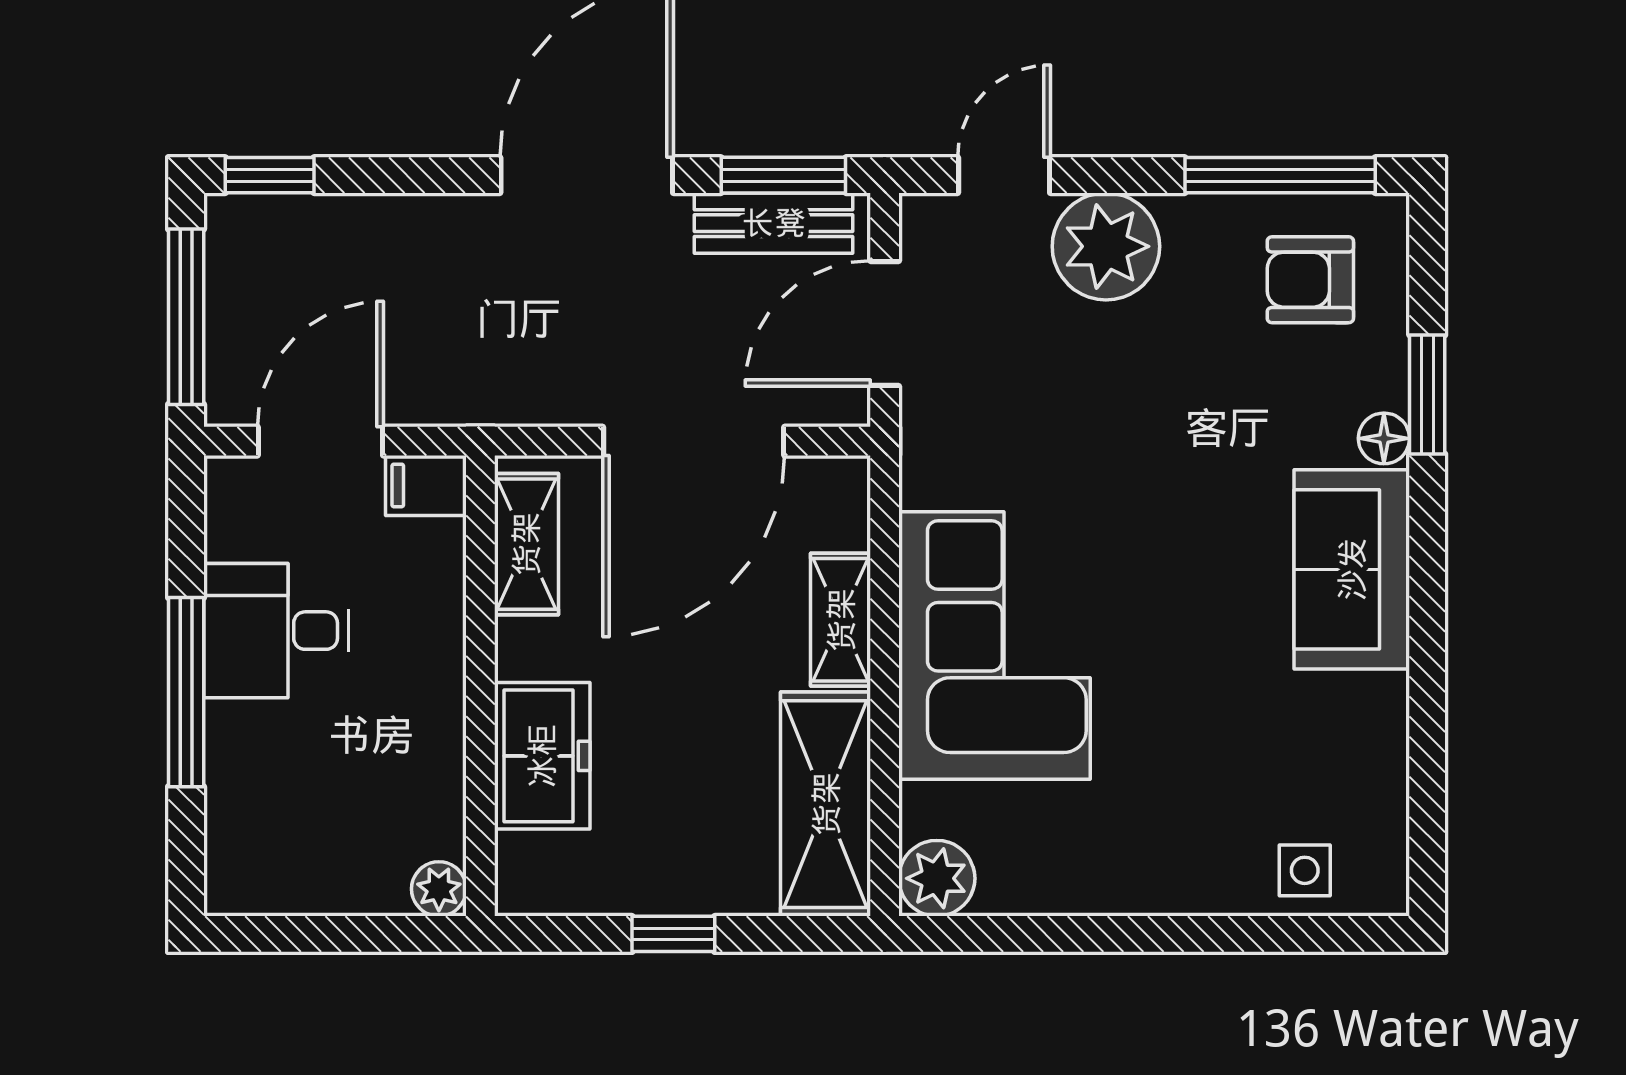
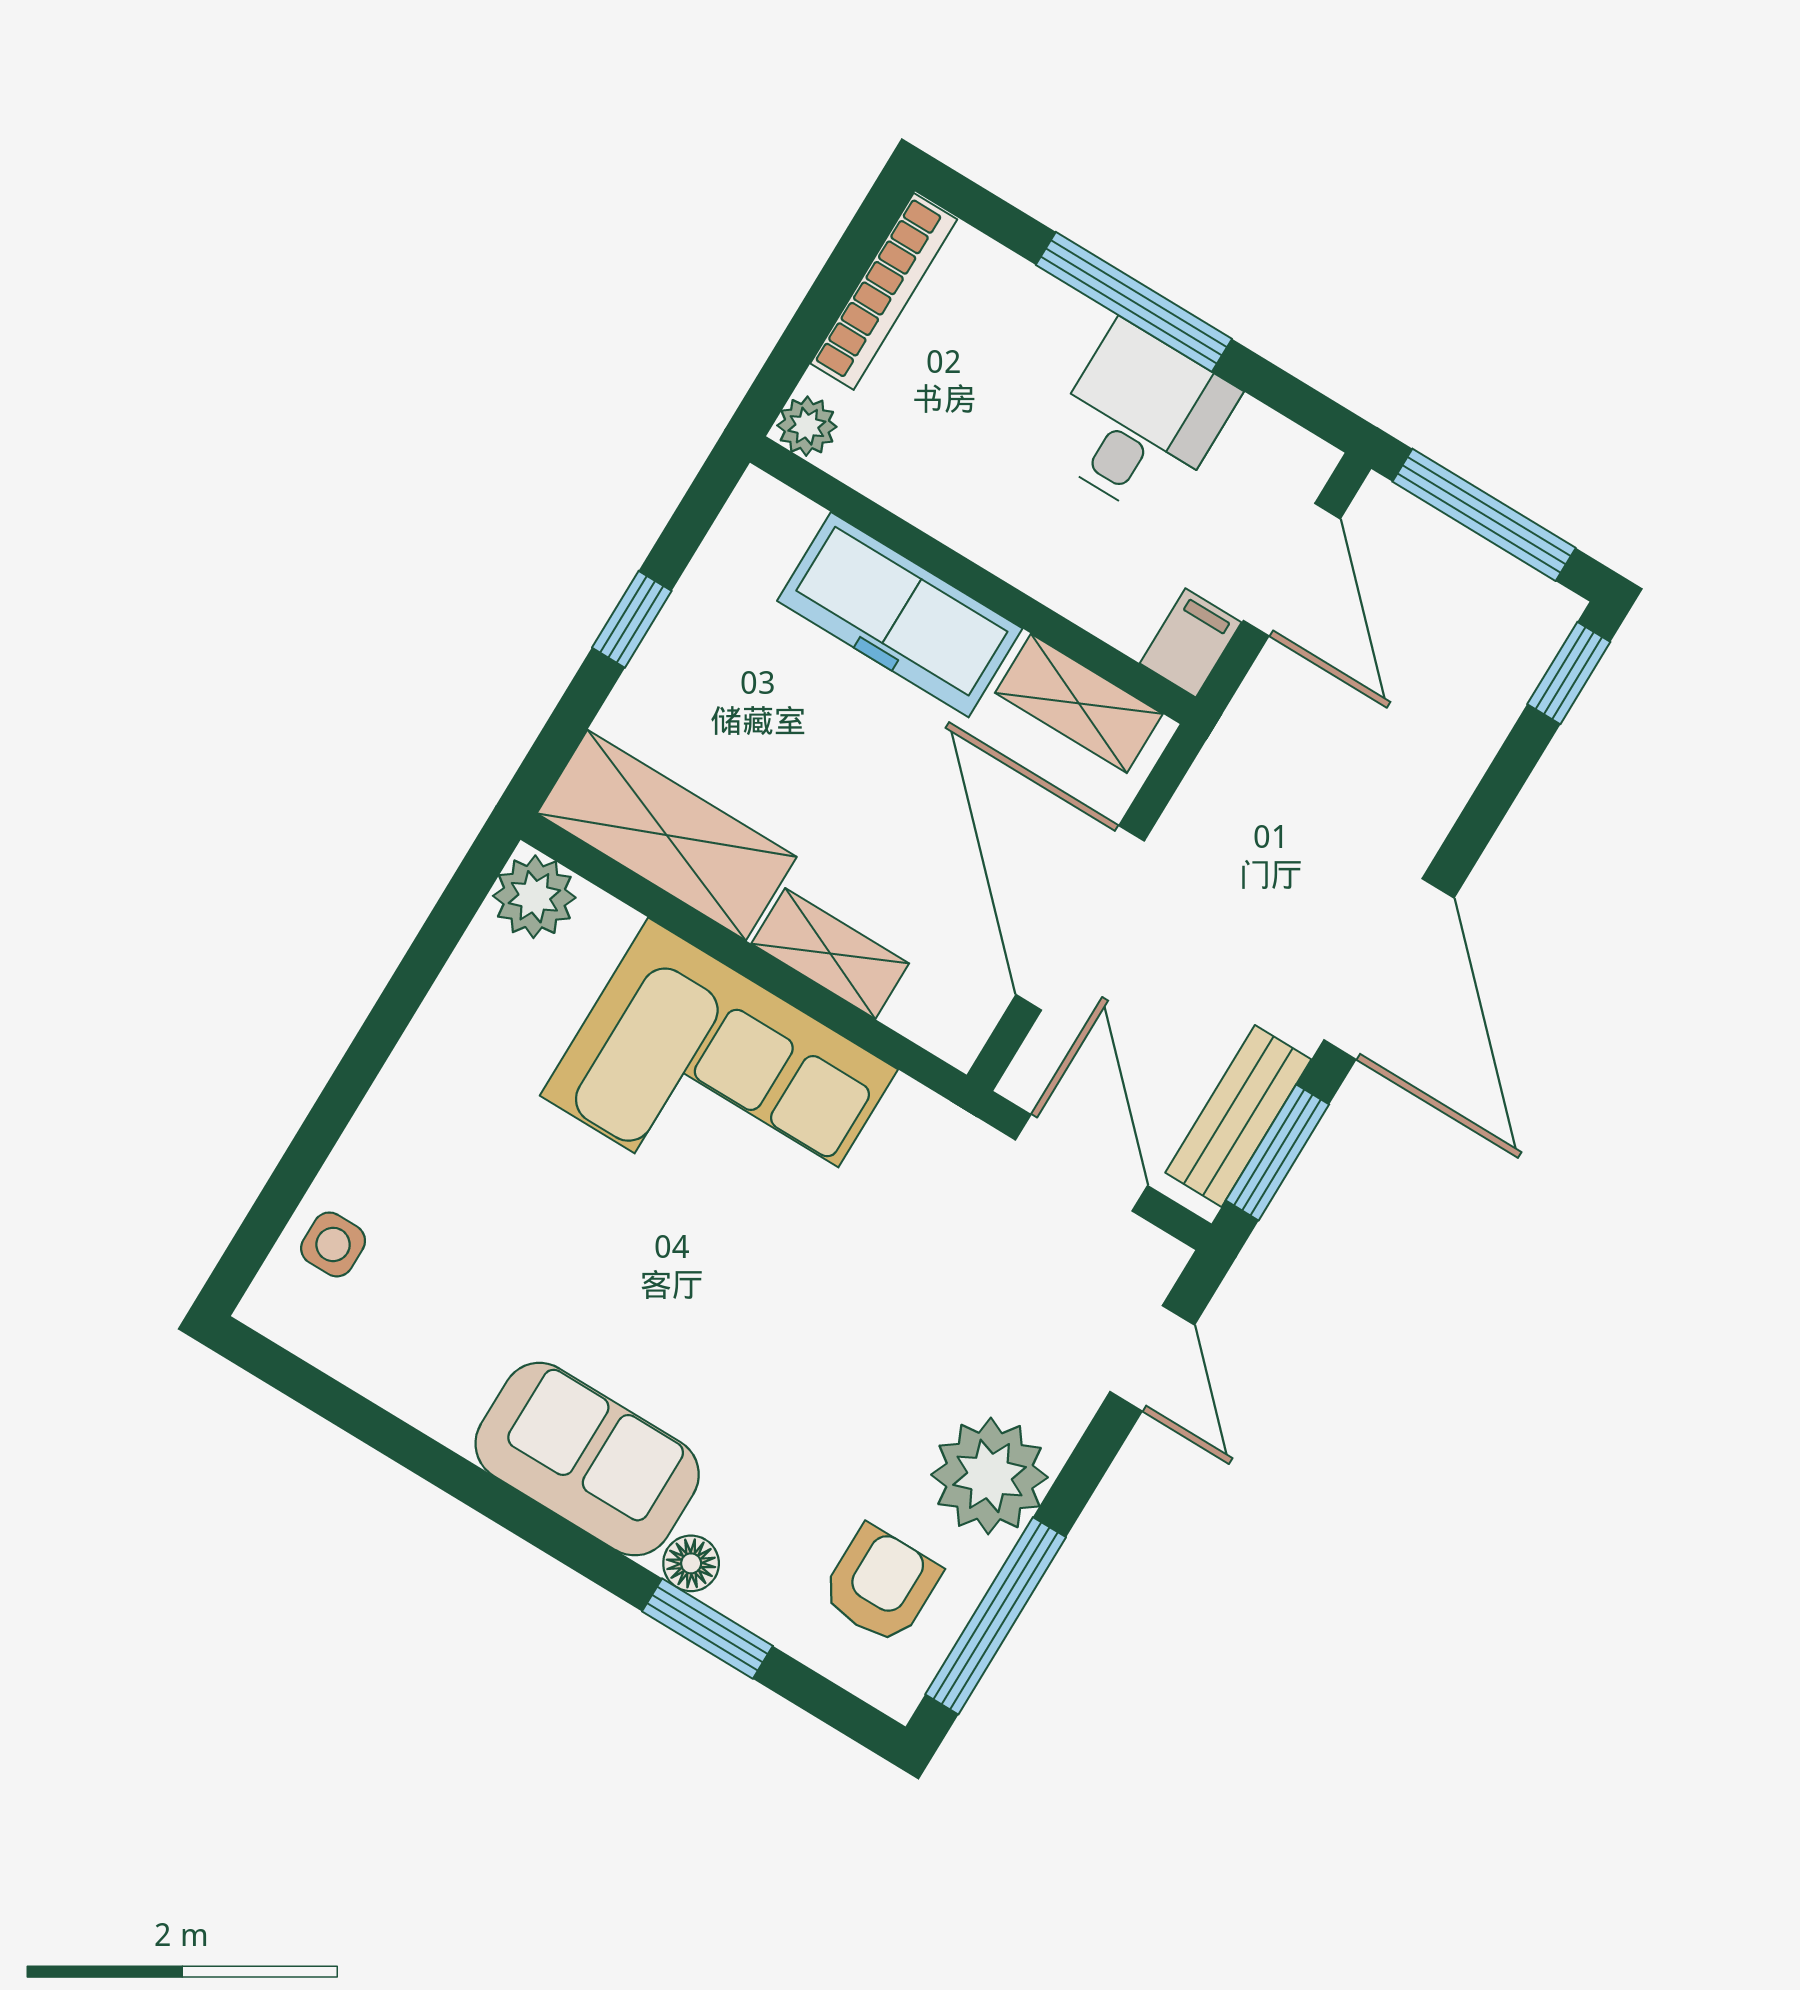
plant: (1106, 246) -> (990, 1476), moved
freezer: (542, 756) -> (900, 615), width x1.40
bookcase: (297, 893) -> (884, 291), added

